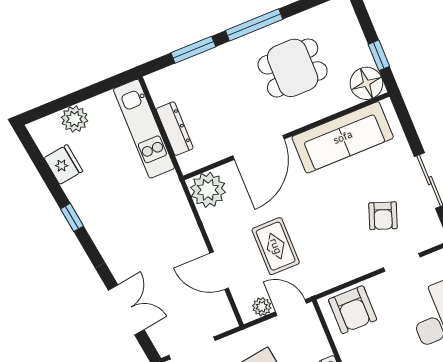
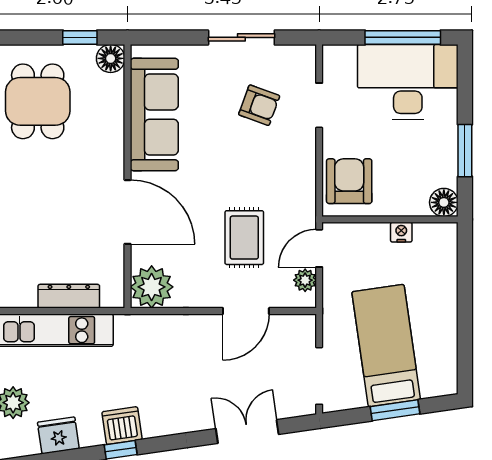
dining table: (293, 68) -> (38, 101), moved
floor lamp: (366, 83) -> (111, 58), width x0.73, depth x0.73
dishwasher: (91, 211) -> (122, 426), added
rug: (276, 246) -> (244, 238), turned 90
armchair: (353, 310) -> (349, 181), turned -90

